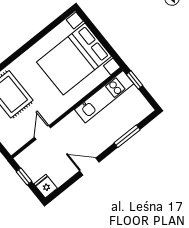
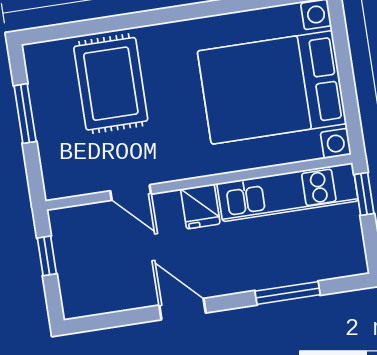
door: (43, 133) -> (131, 193), swing flipped
fridge: (46, 186) -> (200, 206), moved, turned 180

